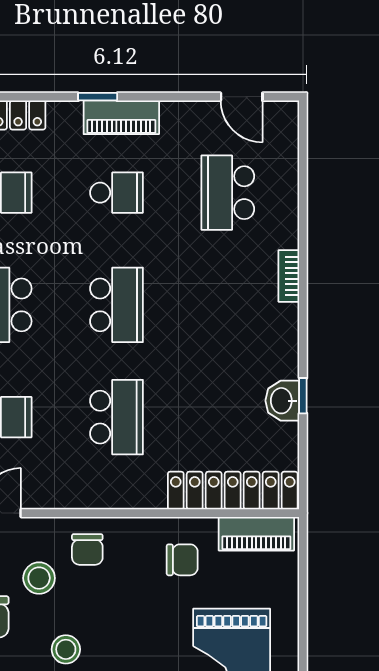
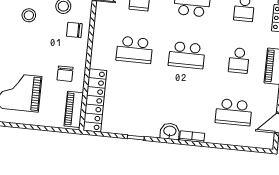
school desk: (228, 193) -> (234, 112), turned 180
washbasin: (282, 401) -> (170, 131), moved

